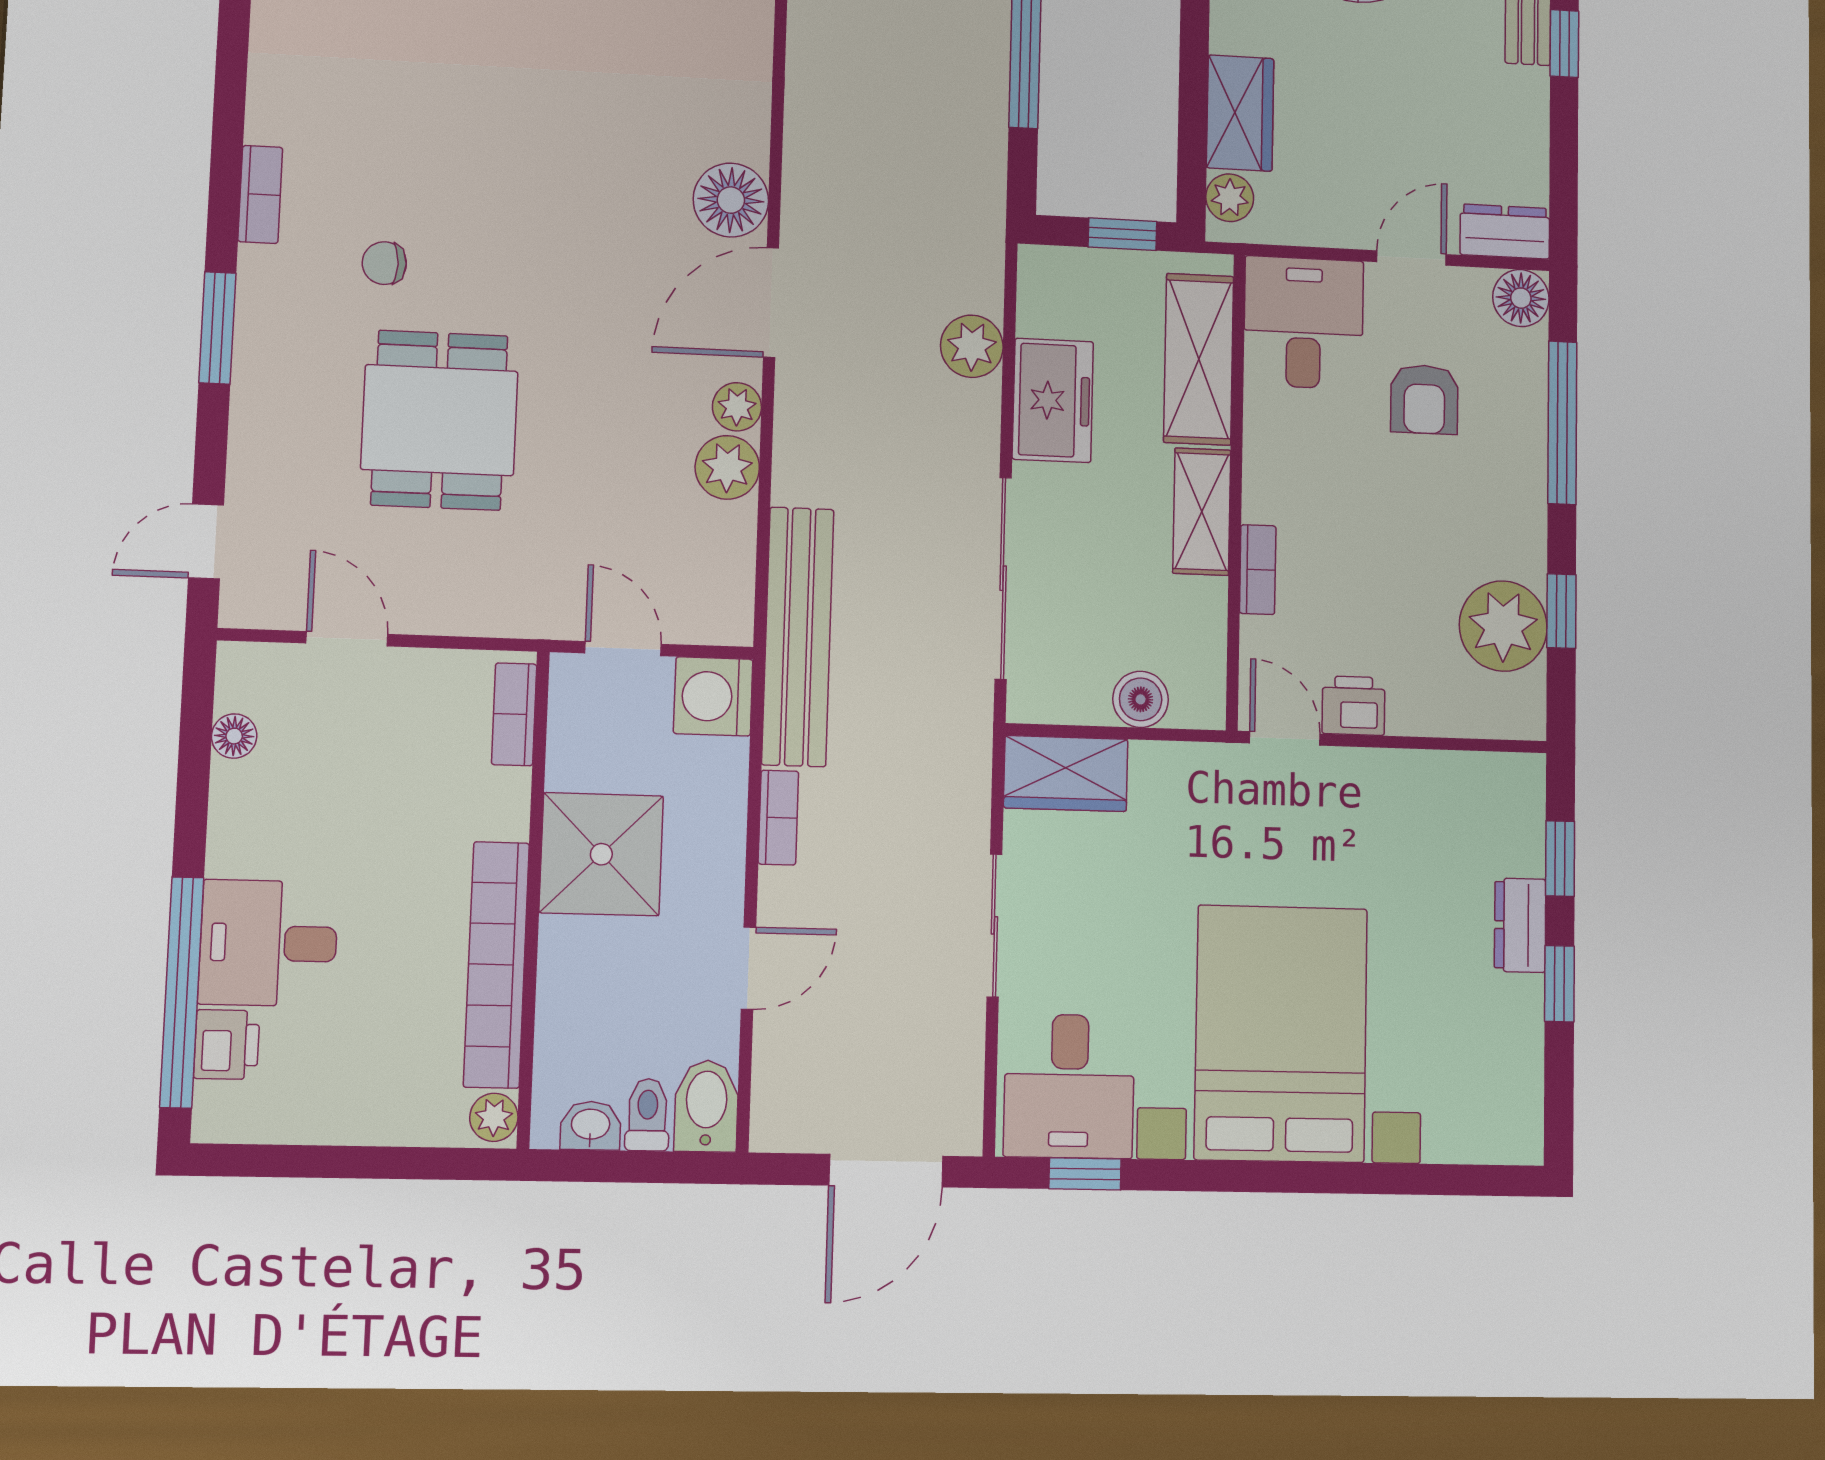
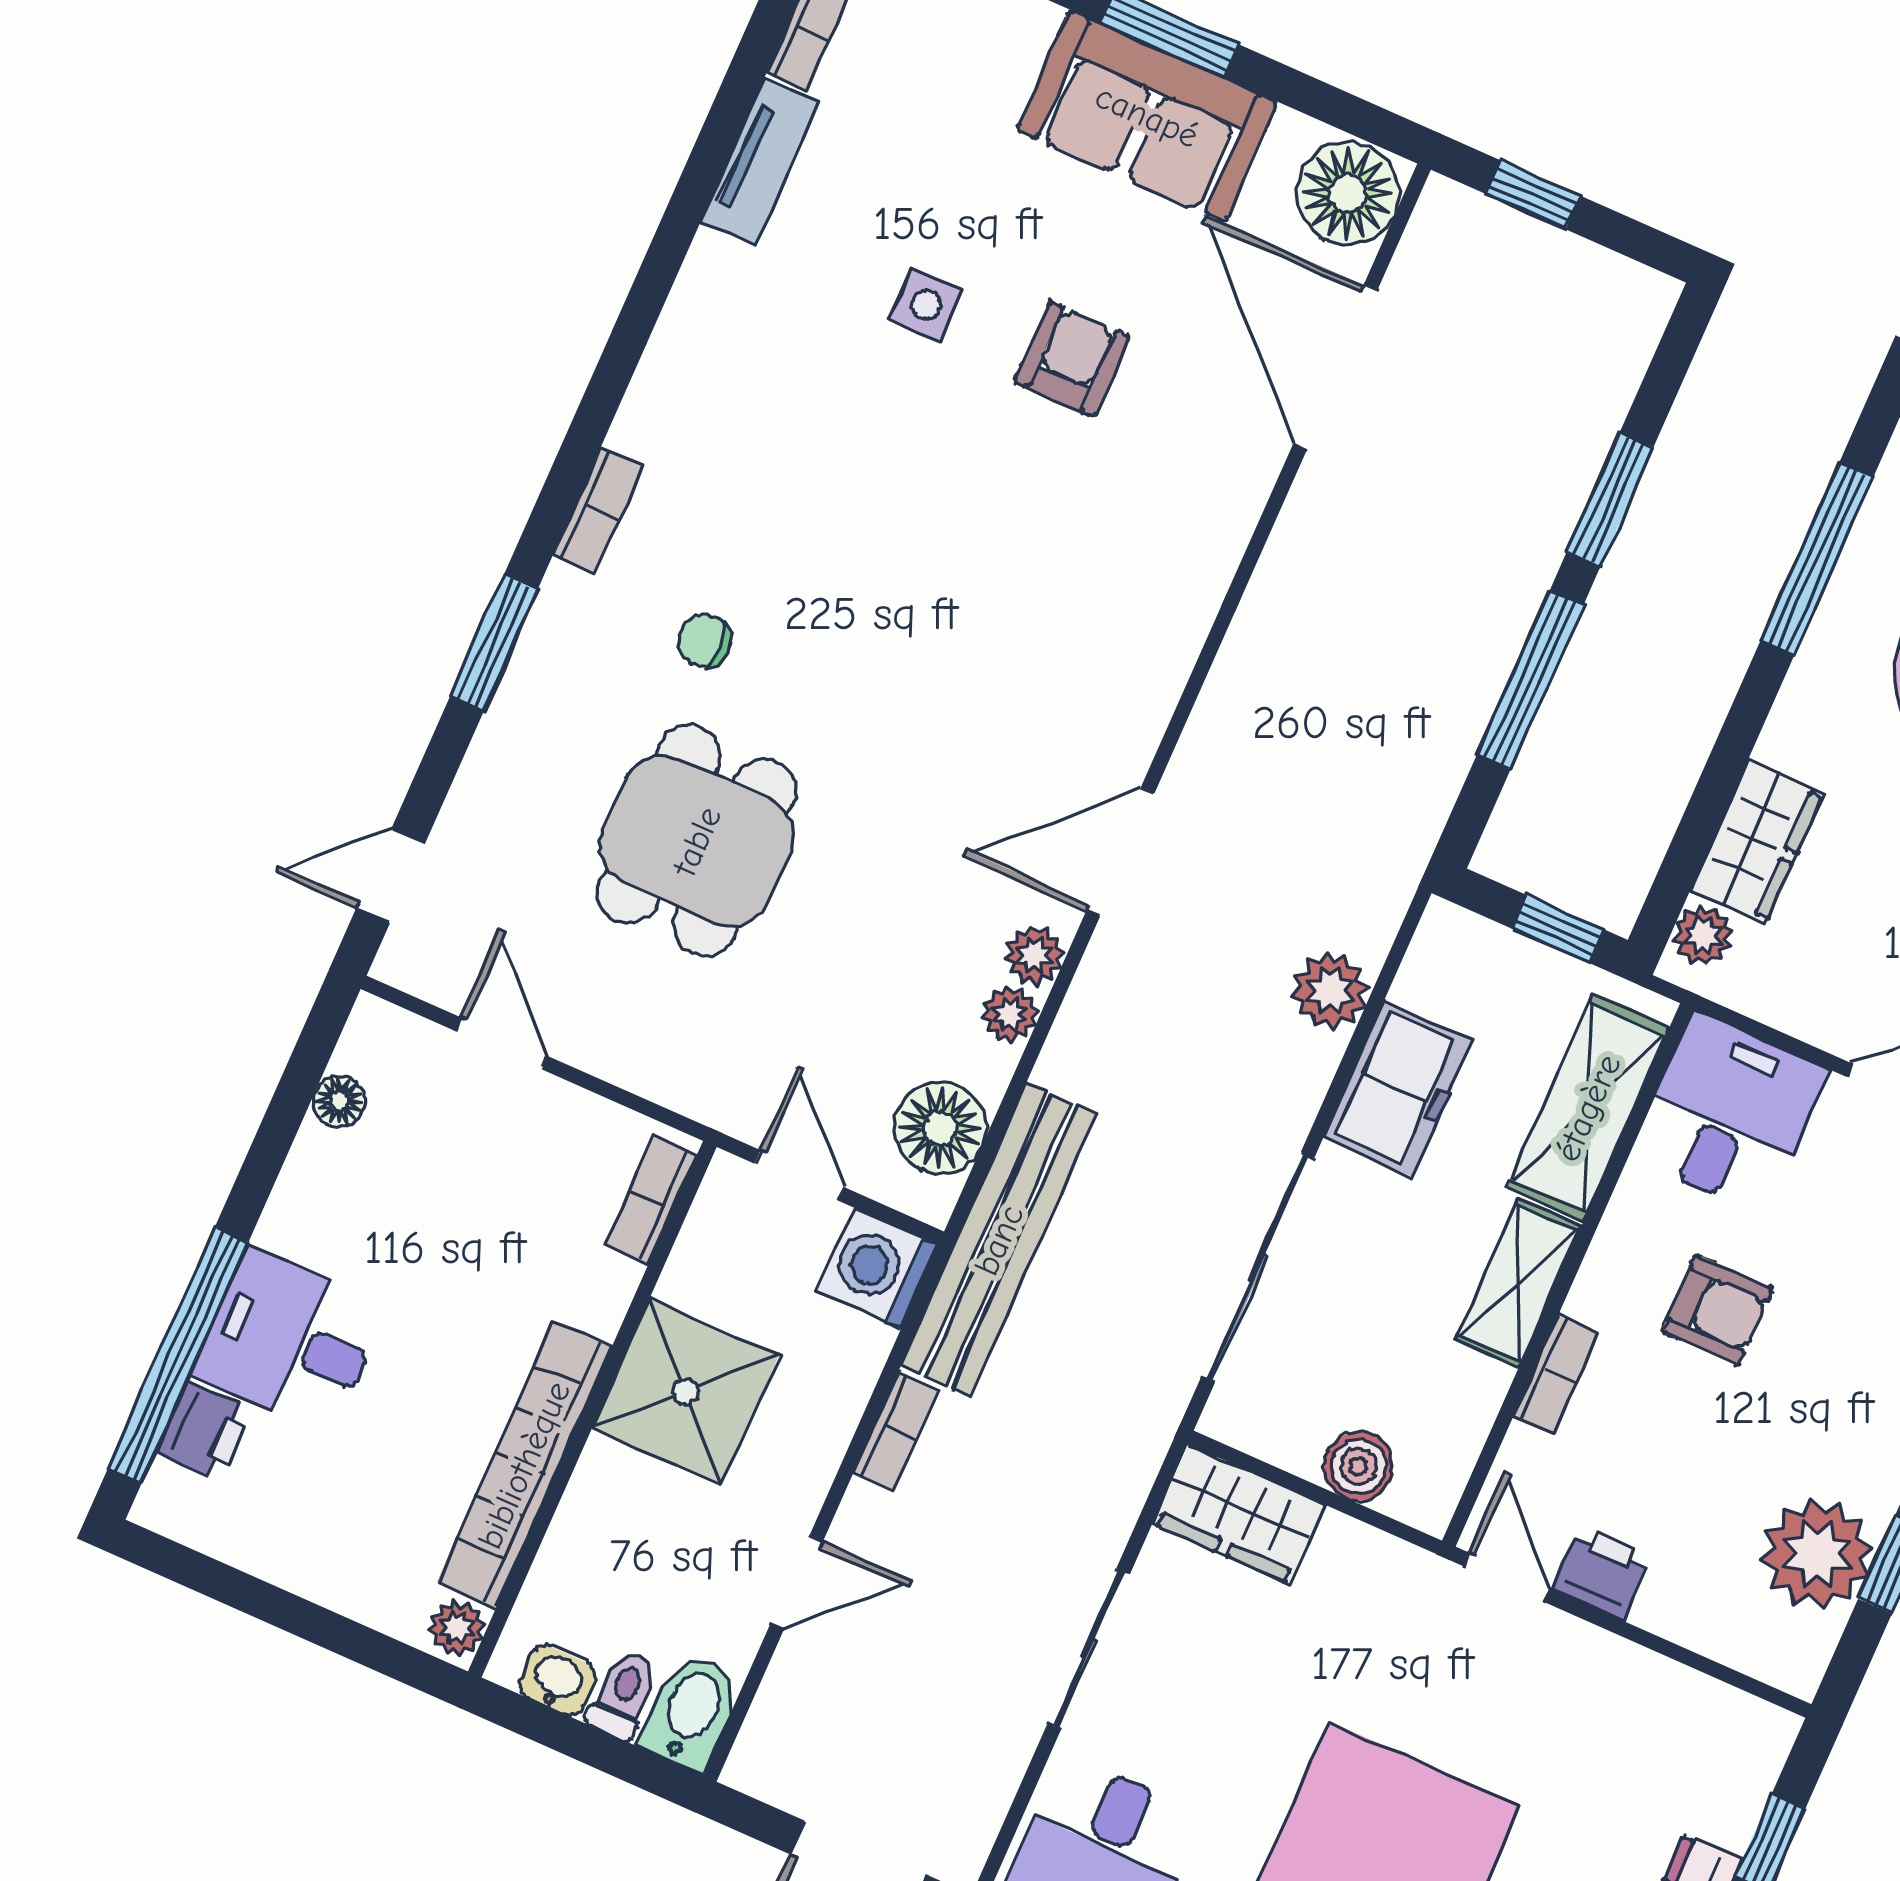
floor lamp: (731, 200) -> (940, 1128), moved
armchair: (1424, 399) -> (1717, 1310), moved, turned -90
plant: (727, 467) -> (1010, 1014), width x0.73, depth x0.73

